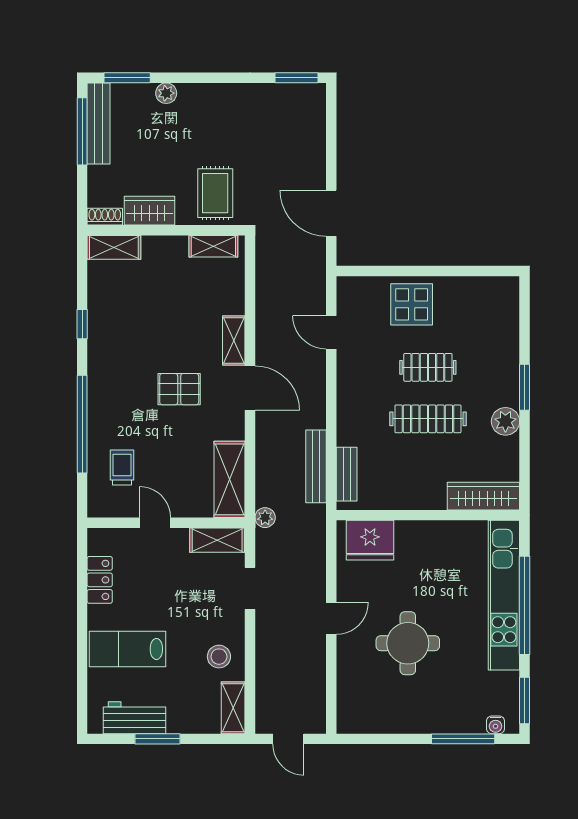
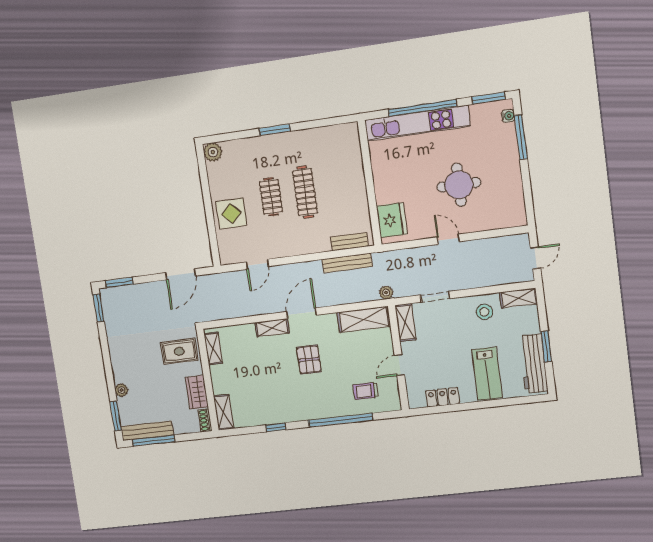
window: (331, 117) -> (119, 282), added
plant: (505, 421) -> (213, 152), moved
wardrobe: (483, 496) -> (352, 147), removed
workbench: (135, 718) -> (534, 364), width x1.38

